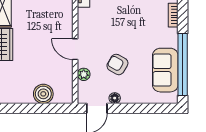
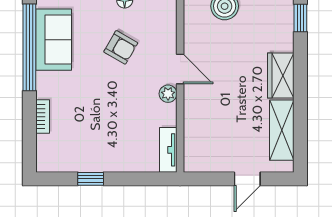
plant: (84, 74) -> (168, 94), moved

